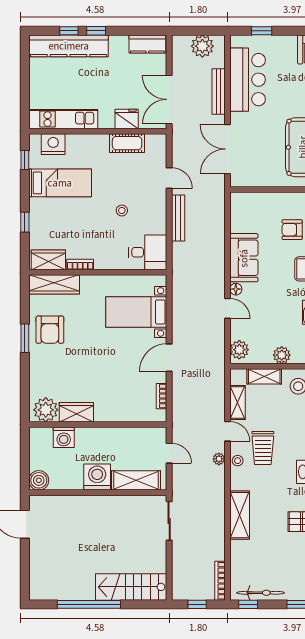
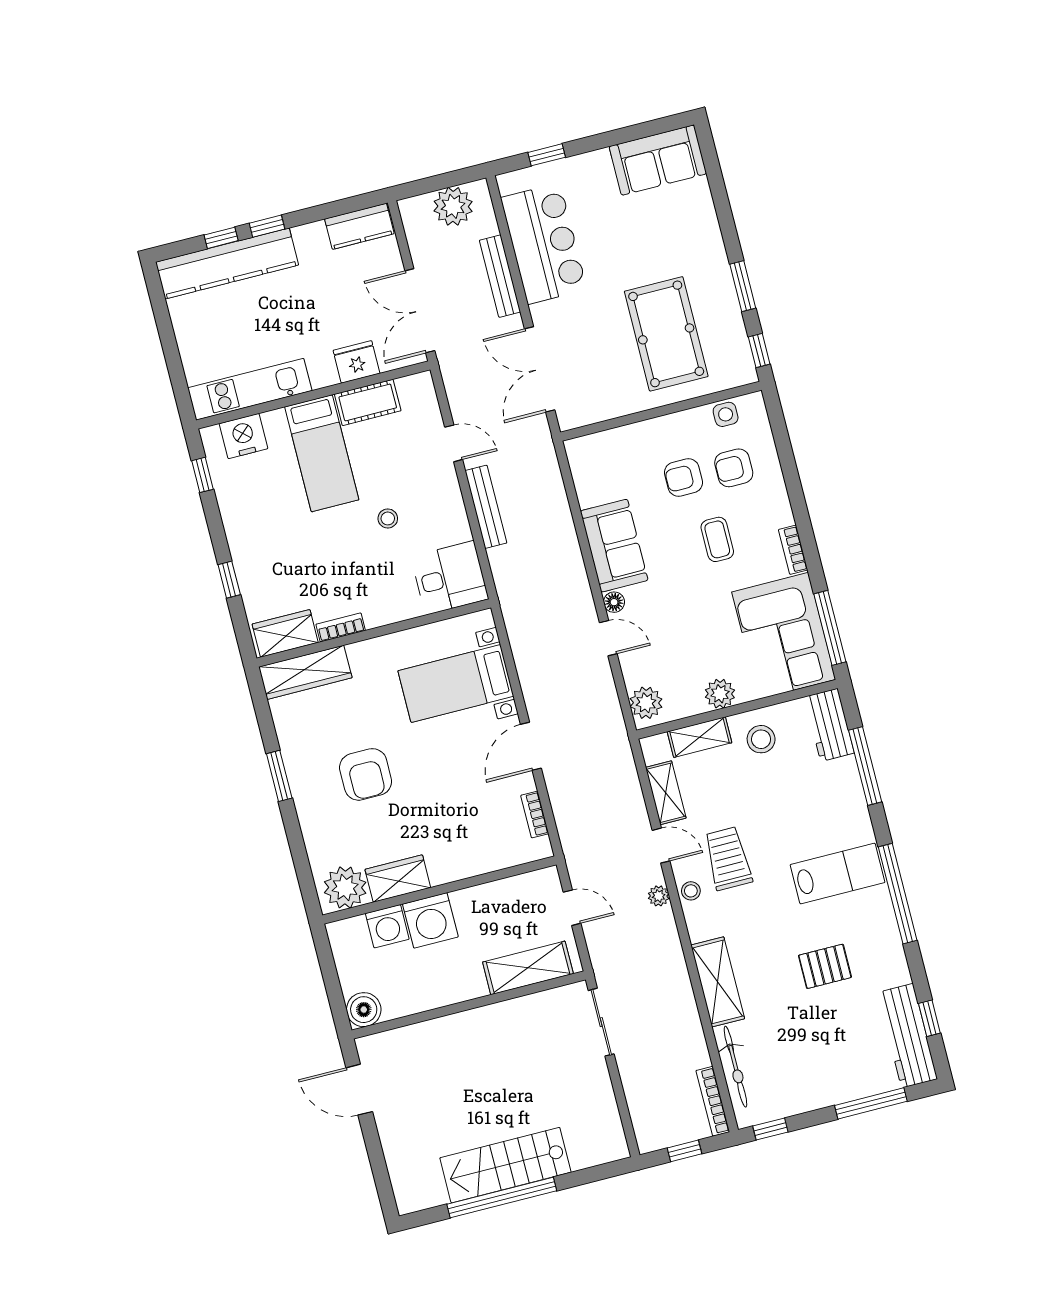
bed: (60, 183) -> (322, 453), moved, turned 90
armchair: (50, 330) -> (366, 774), moved
trolley: (263, 448) -> (728, 859), turned 180
washing machine: (97, 477) -> (430, 920), moved, turned 180
stairs: (131, 587) -> (505, 1165), moved
bicycle: (261, 593) -> (735, 1067), moved, turned 90

